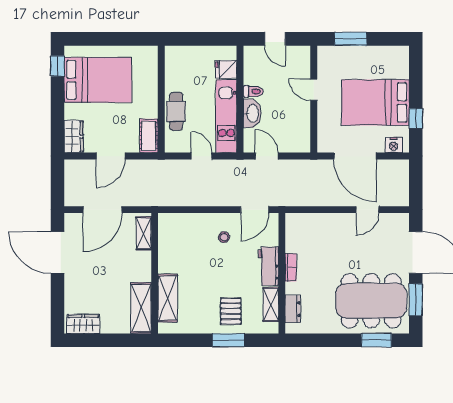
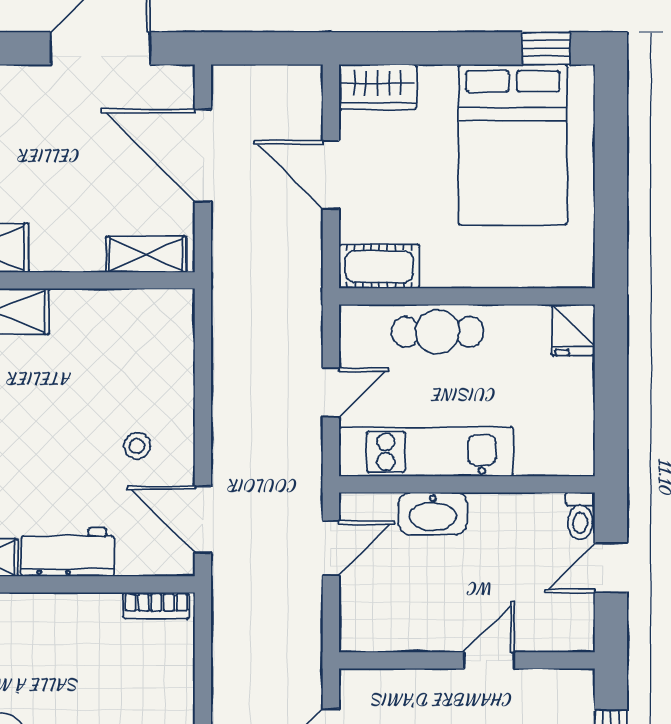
fridge: (226, 69) -> (573, 330), moved, turned 180
toilet: (253, 91) -> (580, 516), moved
bookcase: (291, 267) -> (156, 606), moved

